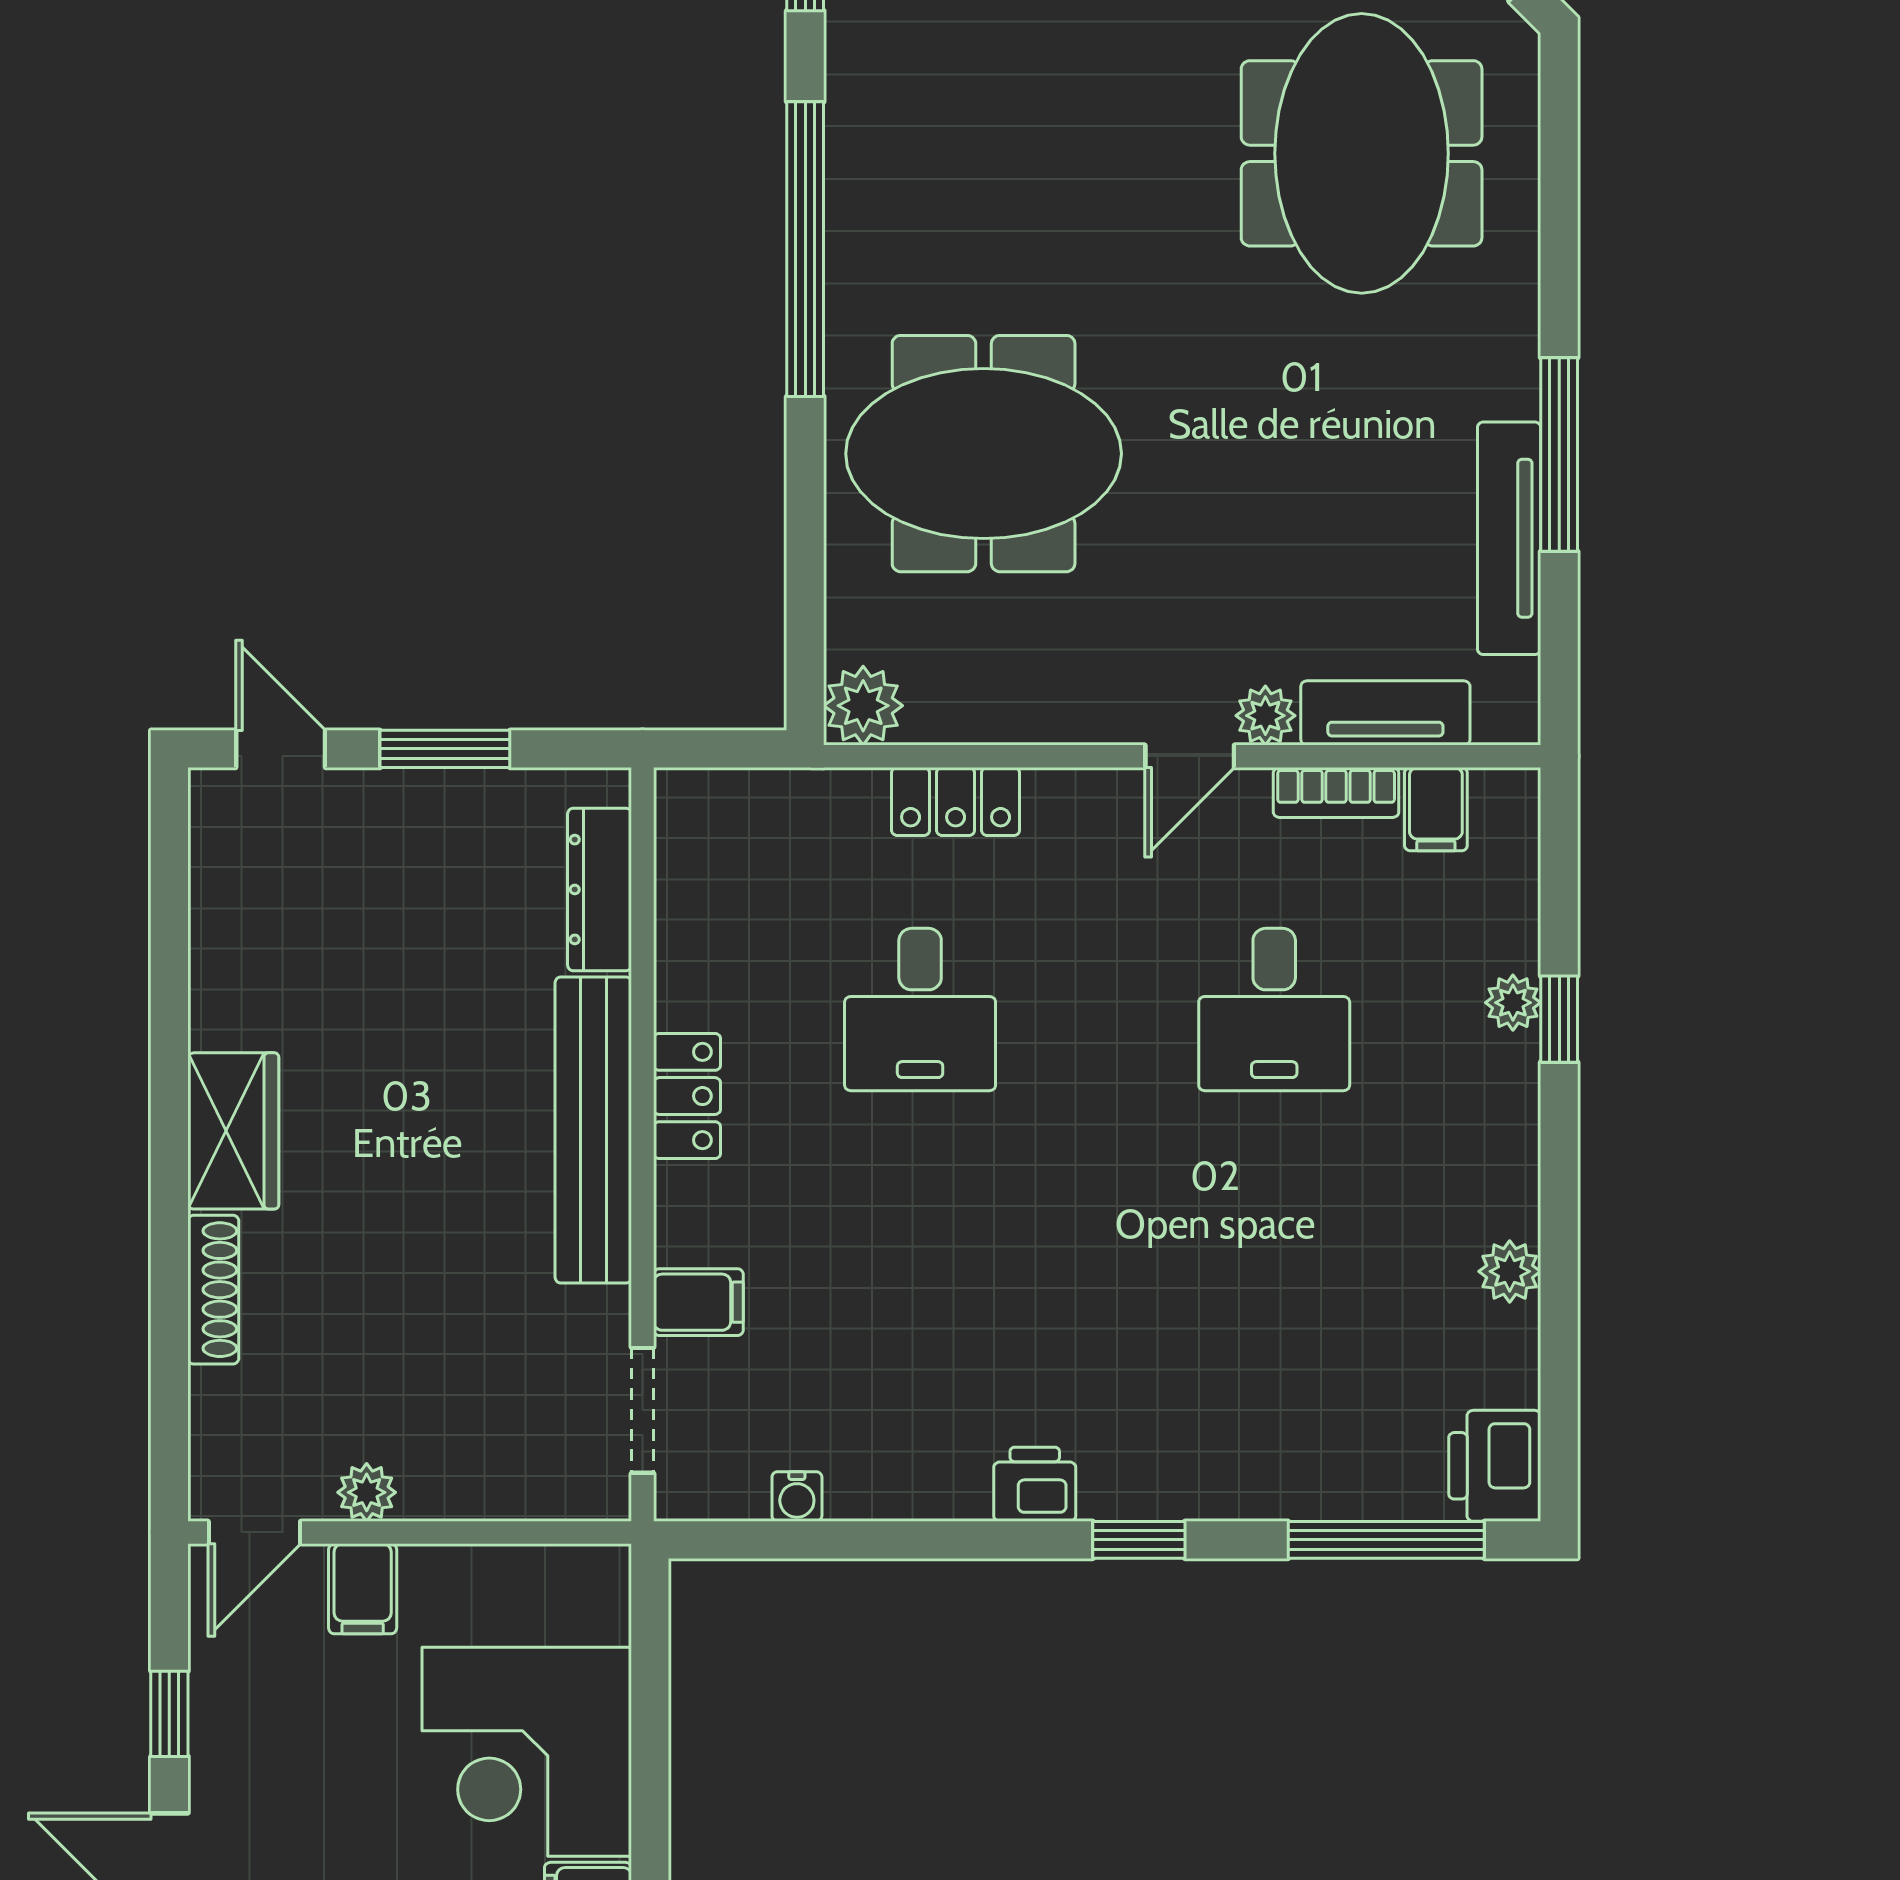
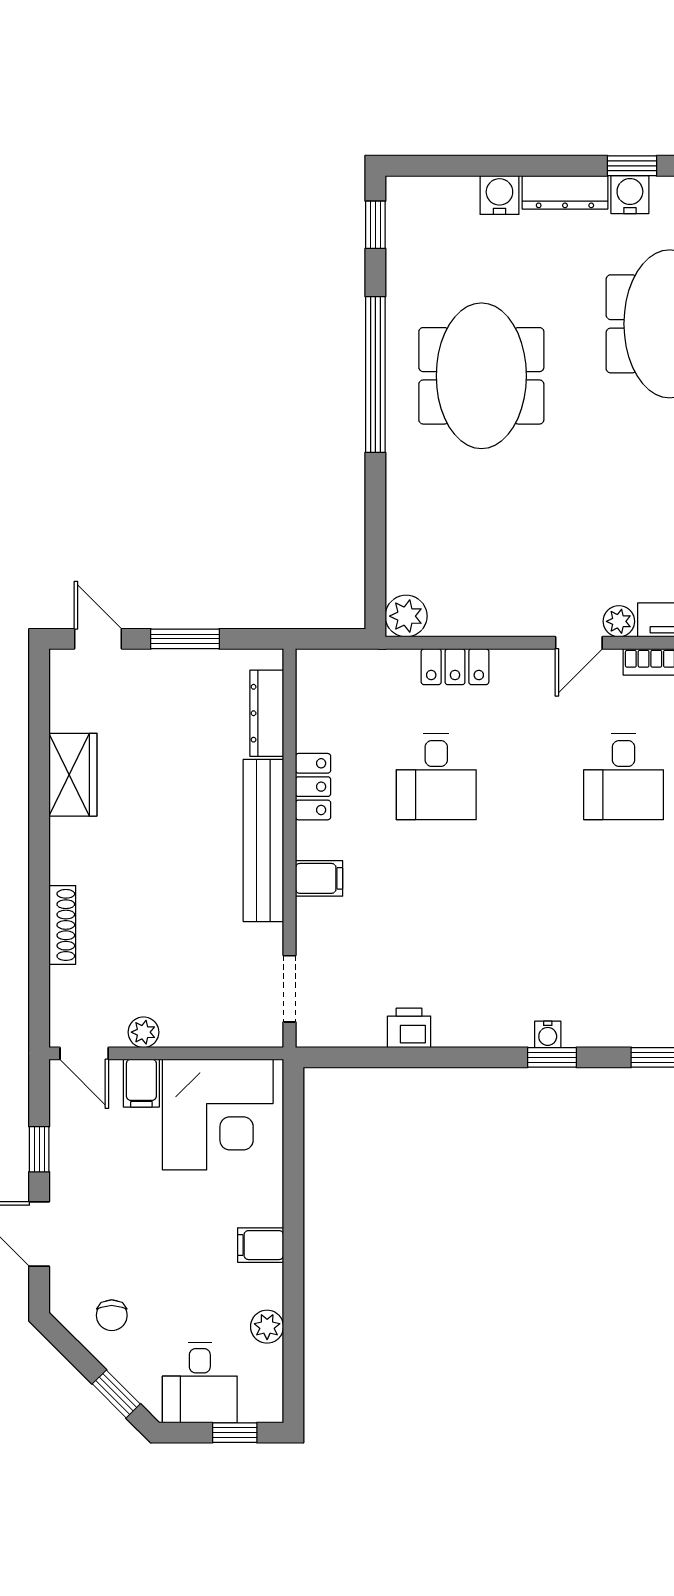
meeting table: (984, 454) -> (481, 376), moved, turned 90
locker: (687, 1096) -> (313, 787), moved
wardrobe: (233, 1131) -> (73, 775), moved
filing cabinet: (698, 1302) -> (319, 878), moved
printer: (1035, 1484) -> (409, 1028), moved
water cooler: (797, 1496) -> (548, 1034), moved
door: (254, 1532) -> (84, 1053), hinge flipped
corner desk: (527, 1752) -> (218, 1115), moved, turned -90

